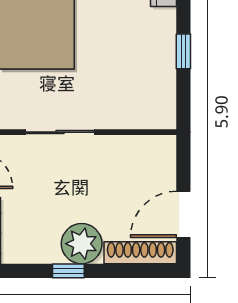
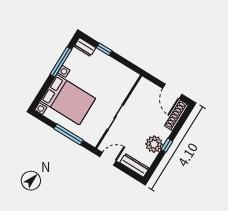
window: (183, 51) -> (104, 49), moved
plant: (82, 244) -> (154, 144), moved

